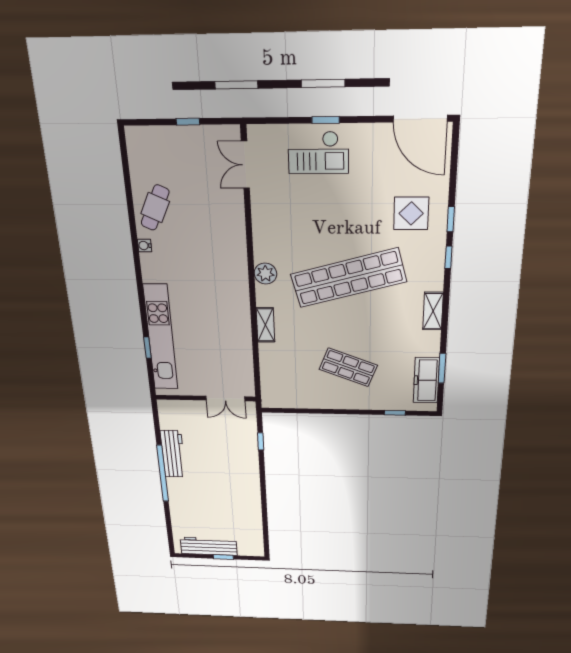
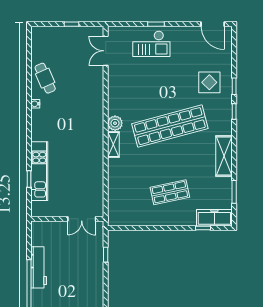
door: (420, 119) -> (213, 24), width x0.73
cafe table: (155, 208) -> (45, 78), turned -49
shelving: (433, 311) -> (224, 156), width x1.50, depth x1.33
shelving: (265, 325) -> (113, 144), moved
kitchen unit: (161, 338) -> (39, 171), width x0.73
shop shelf: (348, 367) -> (170, 192), turned -33
freezer: (426, 380) -> (214, 218), moved, turned 90

